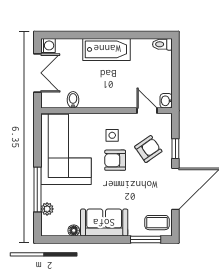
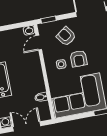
window: (175, 149) -> (48, 20), moved

